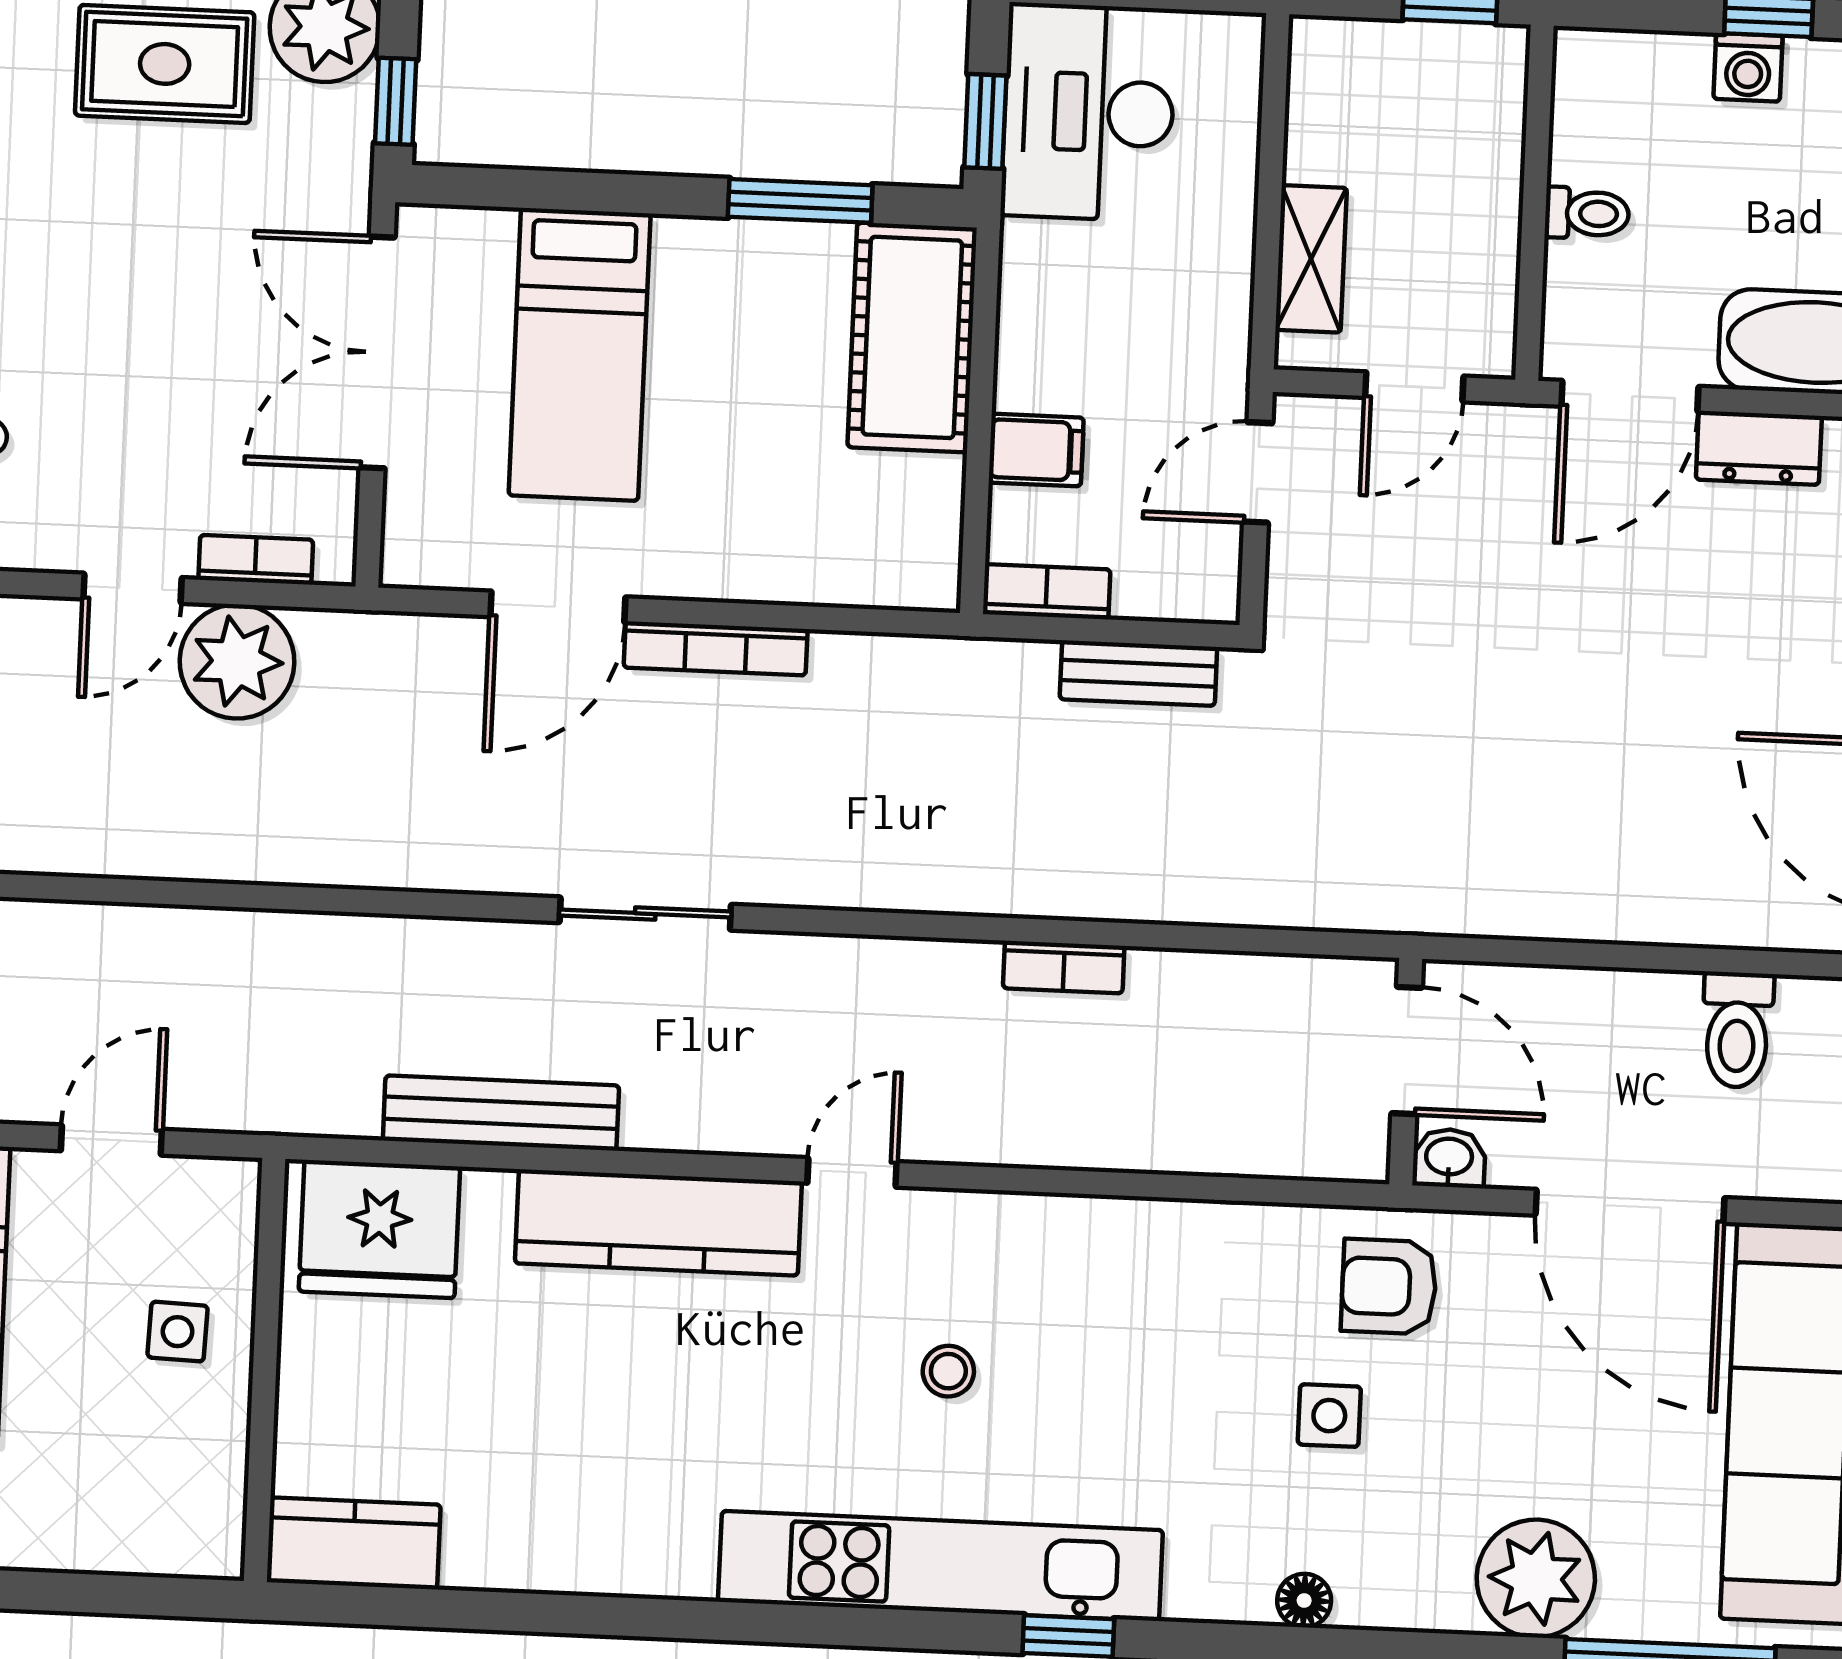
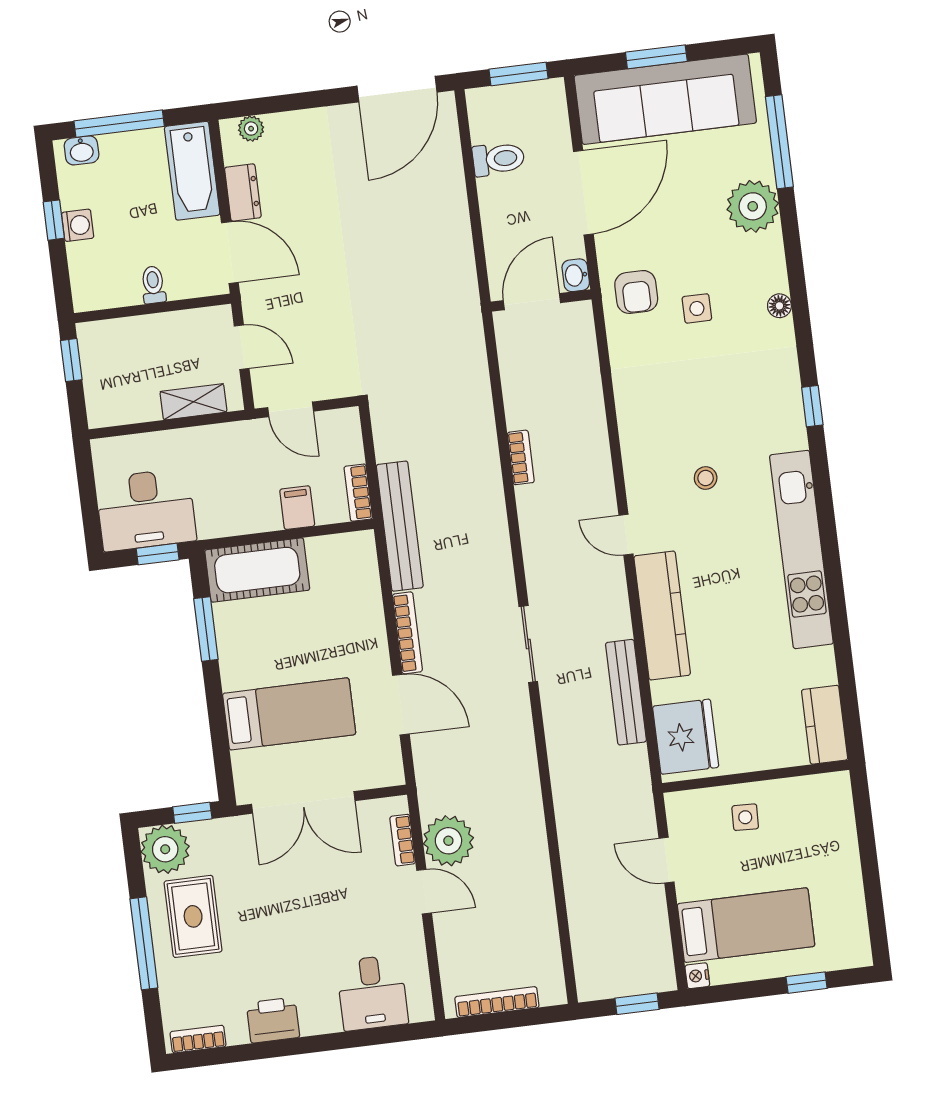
bench: (1138, 673) -> (400, 526), moved, width x1.86, depth x1.21
kitchen unit: (940, 1566) -> (801, 549), moved

